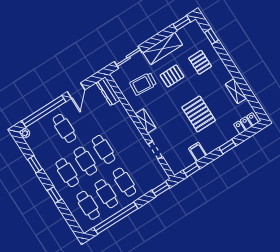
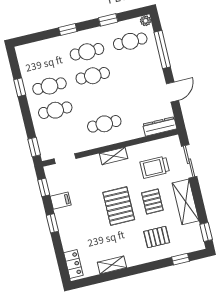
trolley: (143, 84) -> (155, 167), turned -95
door: (76, 91) -> (172, 92), swing flipped
window: (44, 111) -> (162, 49), width x0.68
pallet: (199, 114) -> (119, 206), moved, turned 90
cafe table: (64, 128) -> (130, 41), moved
window: (227, 147) -> (52, 223), moved
cafe table: (104, 149) -> (104, 124), moved
doorway: (155, 150) -> (65, 159), moved
cafe table: (88, 205) -> (44, 62), removed
window: (116, 218) -> (20, 87), width x0.32

